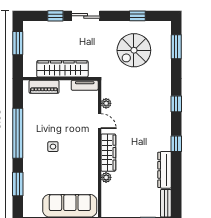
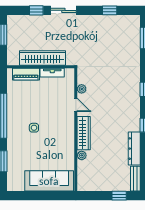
spiral stairs: (134, 50) -> (107, 41), removed
tv unit: (85, 85) -> (52, 73), moved

